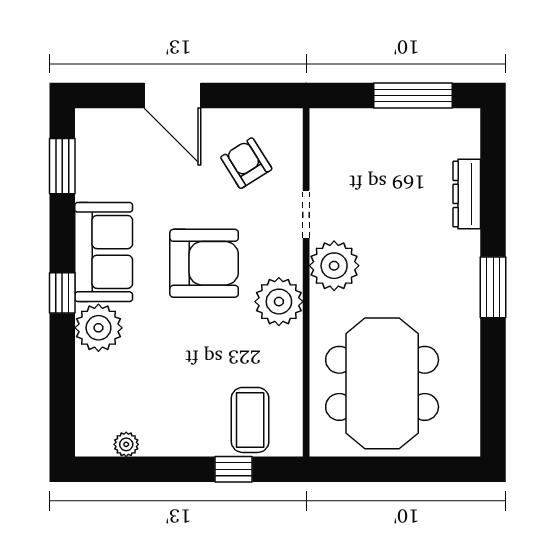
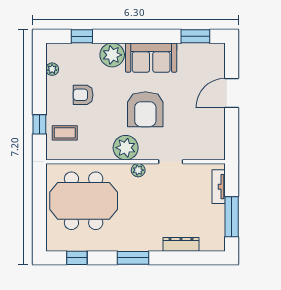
tv unit: (355, 121) -> (219, 187), added
armchair: (246, 163) -> (83, 95), moved, turned -148
plant: (334, 266) -> (138, 170), width x0.53, depth x0.53
window: (62, 293) -> (82, 36), moved
window: (493, 396) -> (77, 258), added
coffee table: (250, 420) -> (65, 133), width x0.73, depth x0.77

